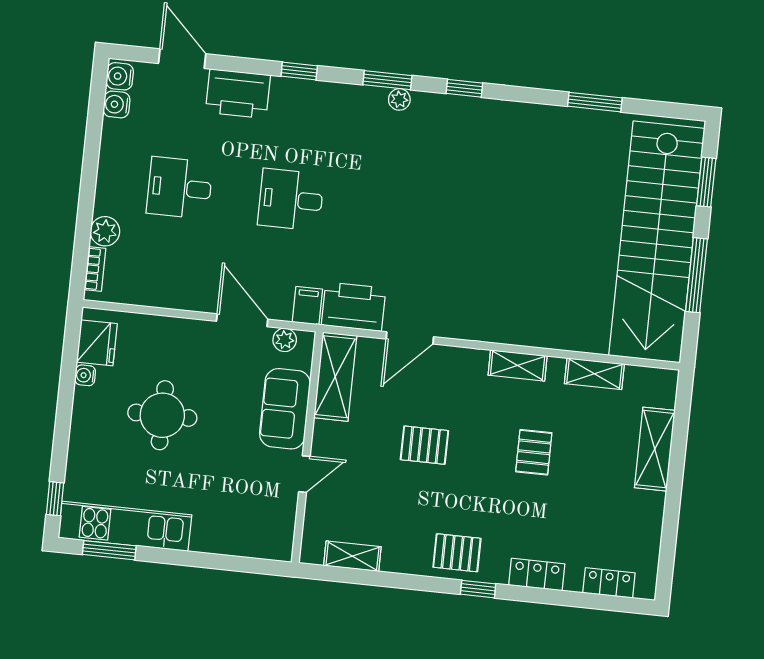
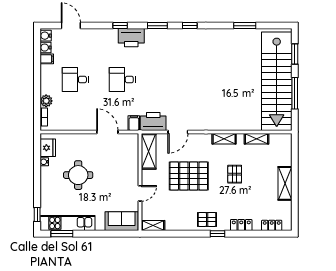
printer: (238, 94) -> (131, 38), moved
plant: (399, 99) -> (163, 33), removed
filing cabinet: (117, 132) -> (47, 59), added
plant: (285, 340) -> (126, 138), removed
sofa: (285, 409) -> (122, 221), moved, turned 90
pallet: (424, 445) -> (189, 176), width x2.05, depth x2.00
shelving: (655, 449) -> (285, 183), moved
shelving: (352, 556) -> (153, 225), moved

